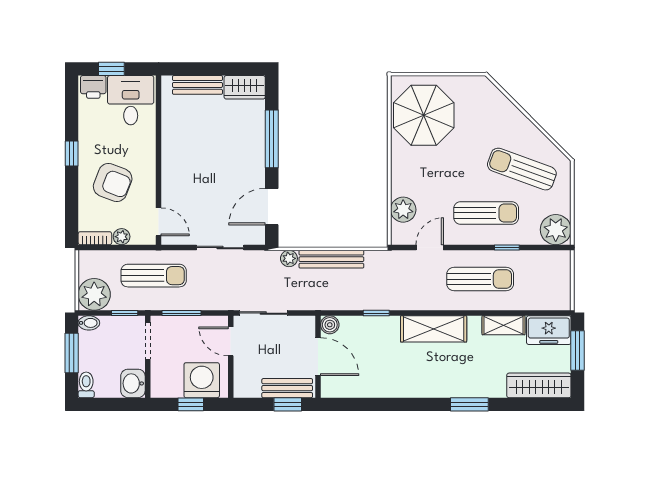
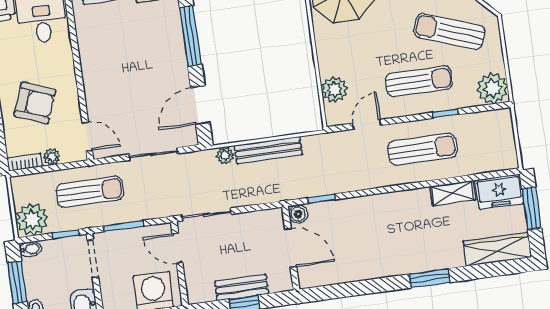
boiler: (330, 325) -> (298, 214), moved
shelving: (434, 329) -> (382, 207), removed
door: (318, 357) -> (291, 248), moved
wall: (318, 357) -> (291, 248), moved

